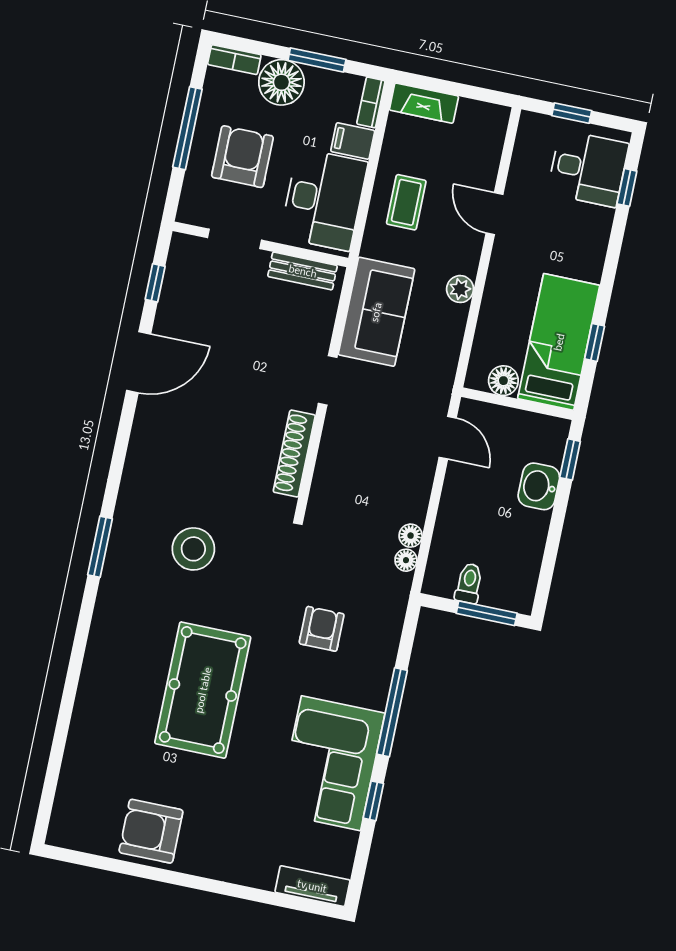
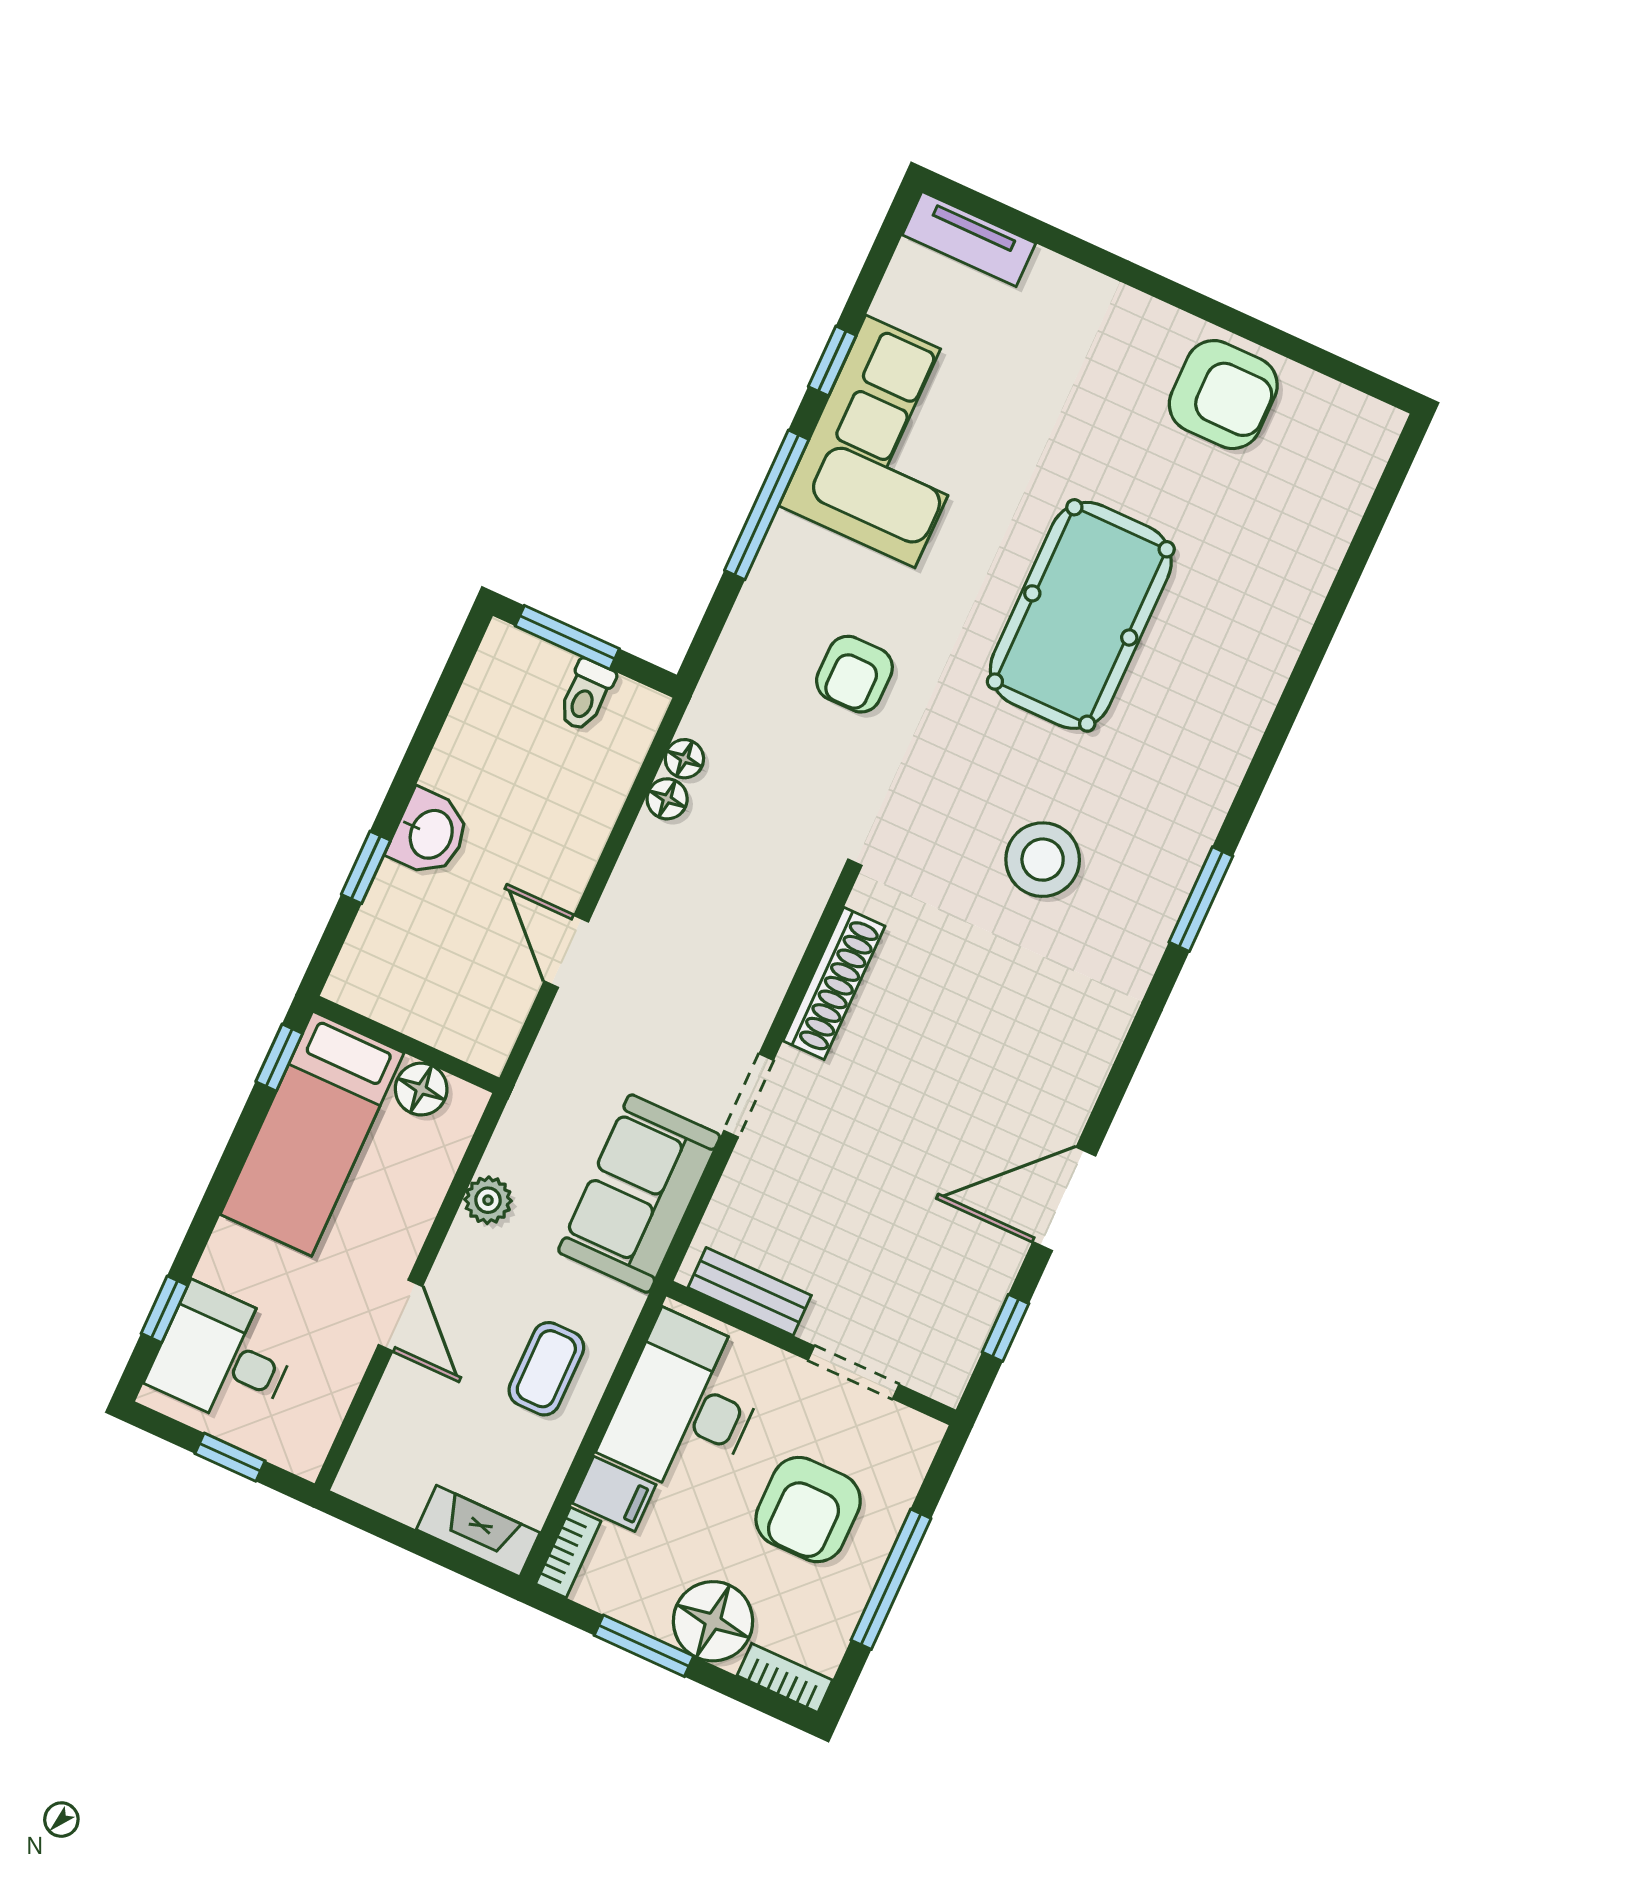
bed: (559, 342) -> (312, 1134), moved
floor lamp: (503, 381) -> (421, 1089), moved
wall: (517, 404) -> (406, 1044), moved

